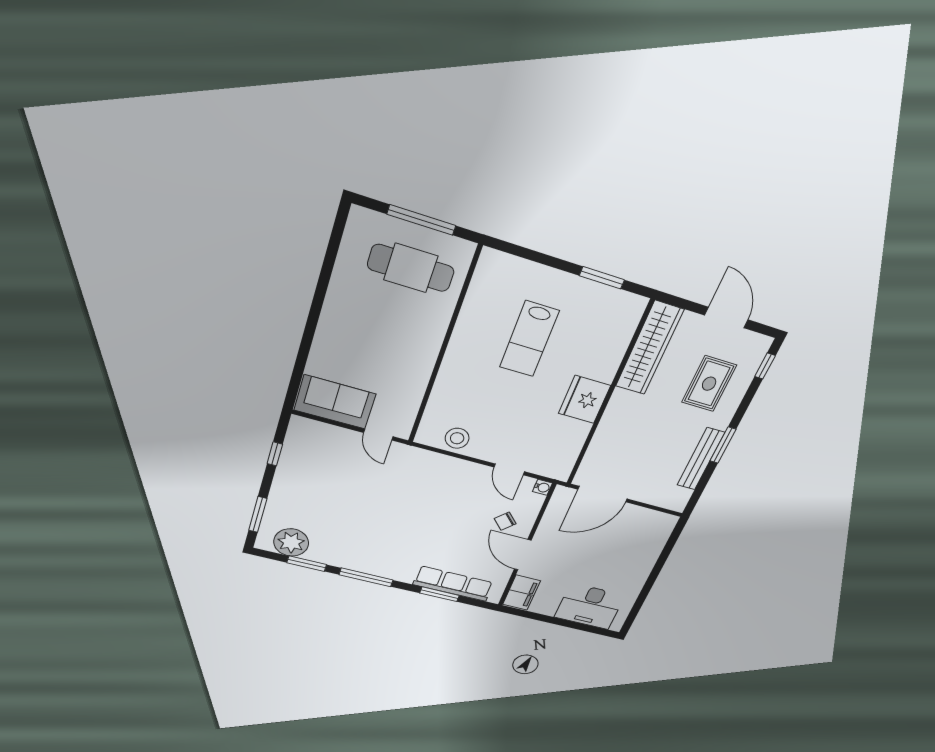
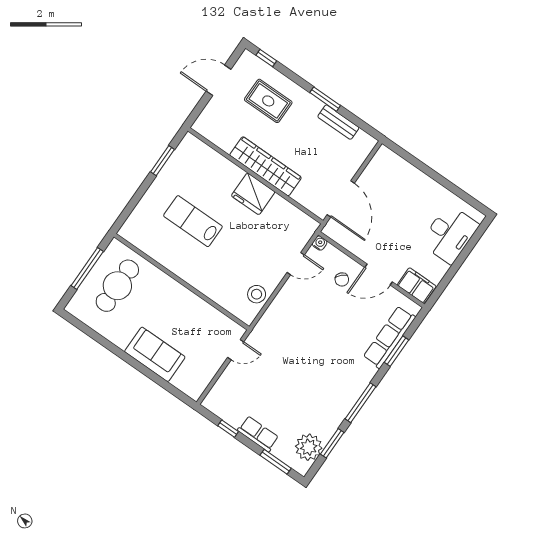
lab bench: (529, 339) -> (193, 221), turned 180
wardrobe: (649, 348) -> (266, 166), moved
sofa: (335, 402) -> (155, 354), moved, turned 90
bench: (701, 459) -> (338, 122), width x0.73
row of seats: (283, 487) -> (258, 434), added

